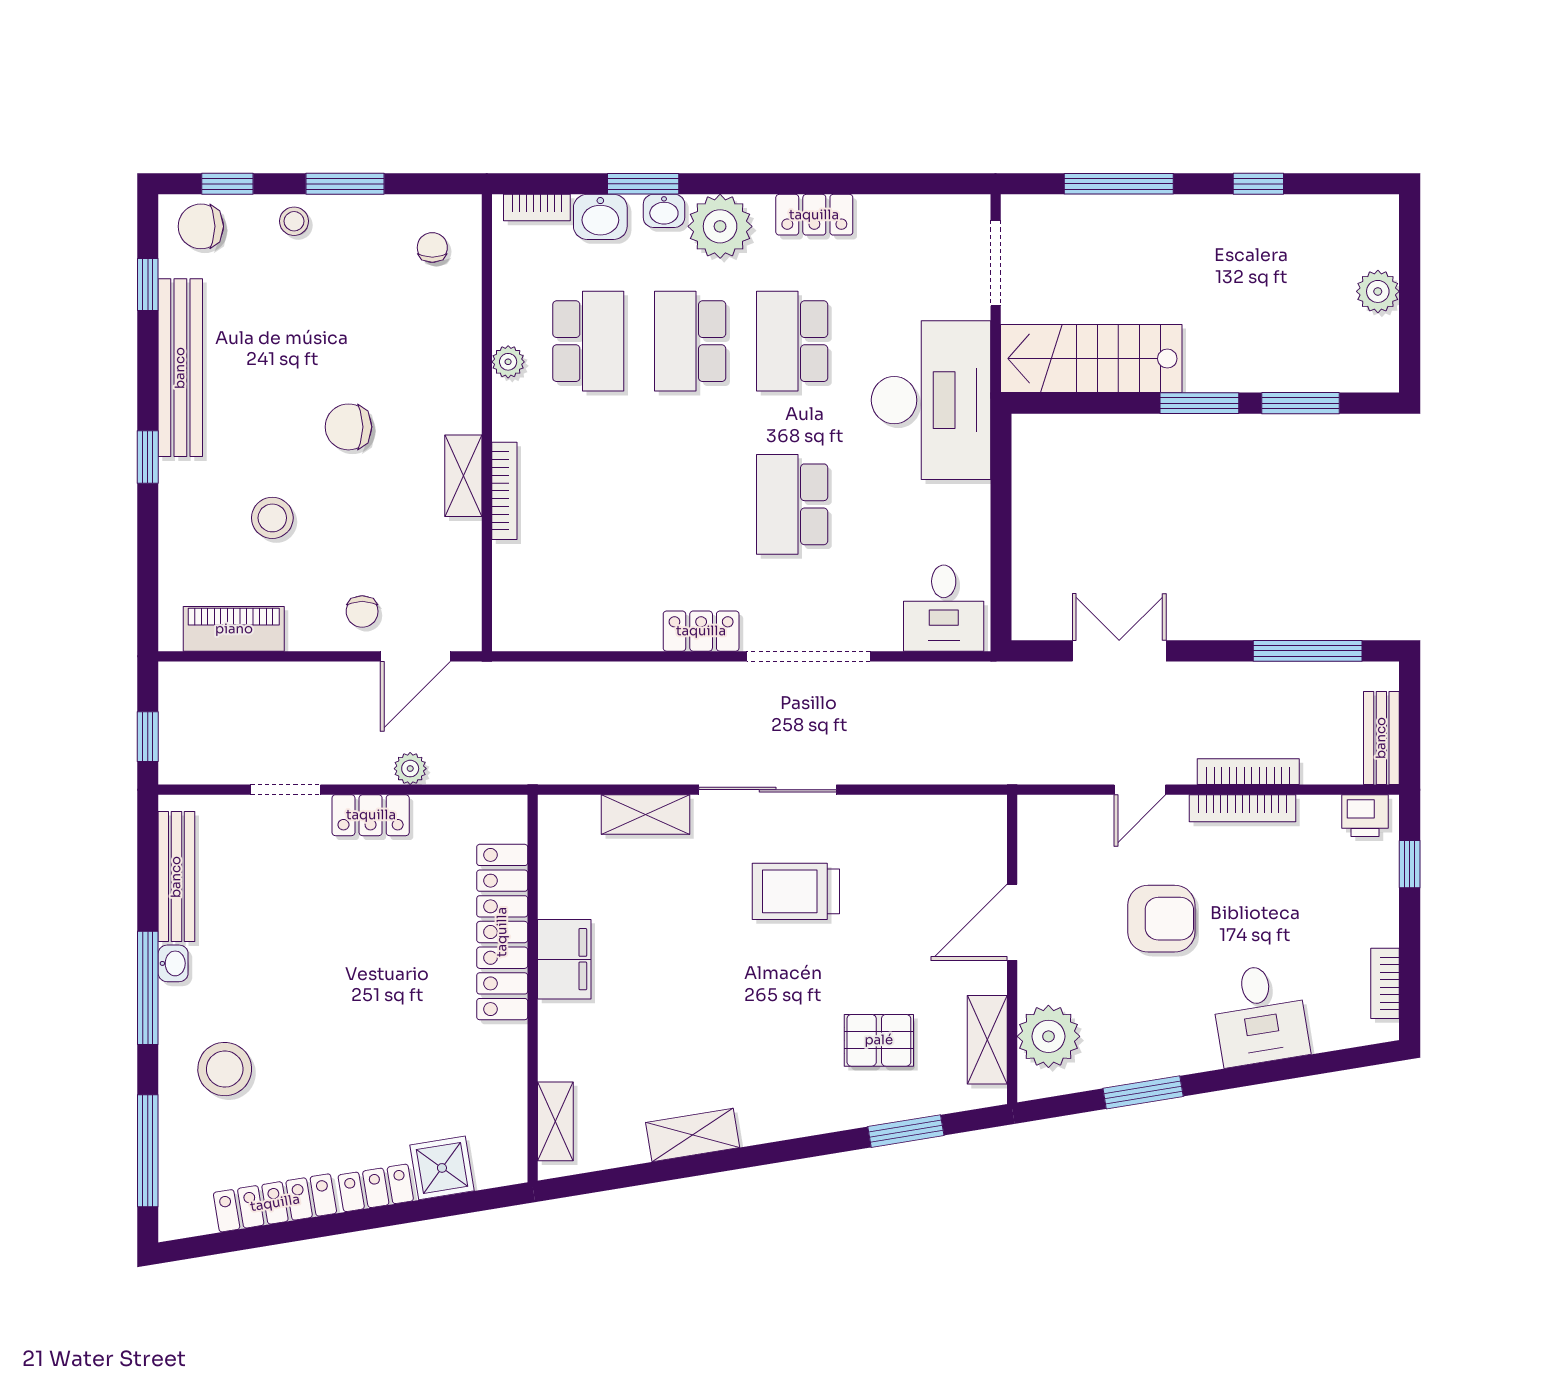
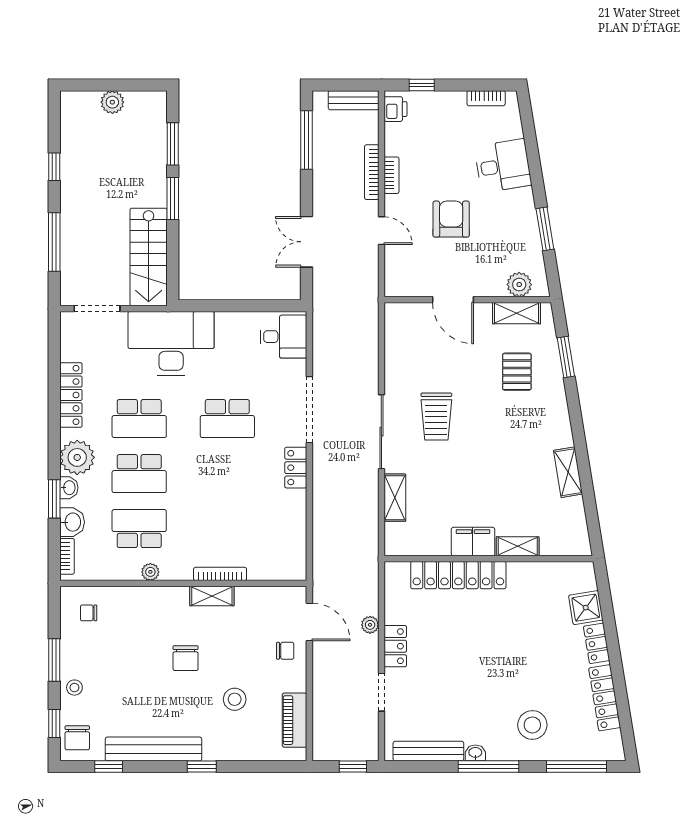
locker: (814, 215) -> (71, 395), width x1.53
bookcase: (1242, 808) -> (392, 175), width x0.64
plant: (1048, 1036) -> (519, 285), width x0.73, depth x0.73
shelving: (555, 1121) -> (518, 546), moved

